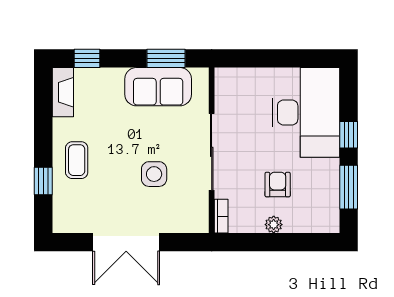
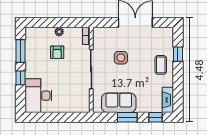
window: (166, 58) -> (127, 117), moved
desk: (306, 112) -> (39, 96), width x0.73, depth x0.77

